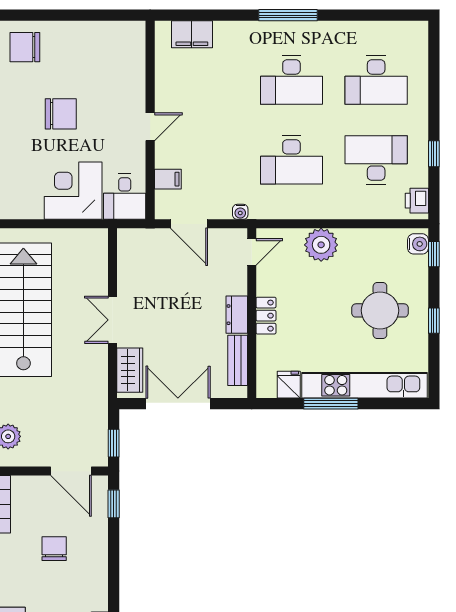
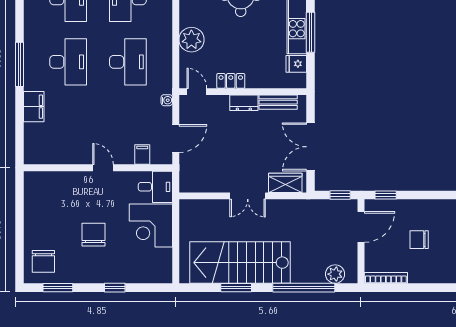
filing cabinet: (192, 34) -> (34, 107), moved
locker: (266, 316) -> (231, 81), moved

